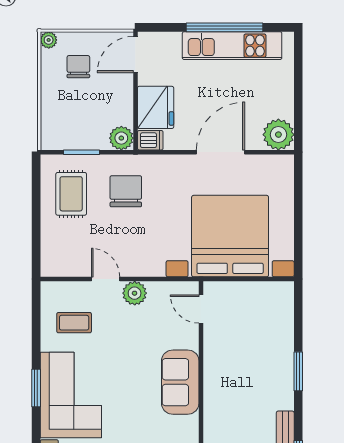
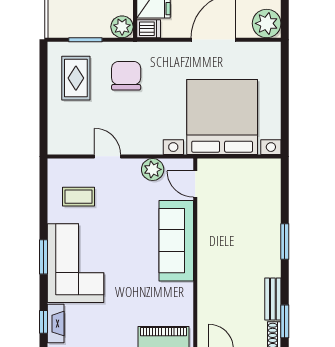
plant: (135, 293) -> (153, 169), moved
sofa: (180, 382) -> (176, 241), width x1.36

